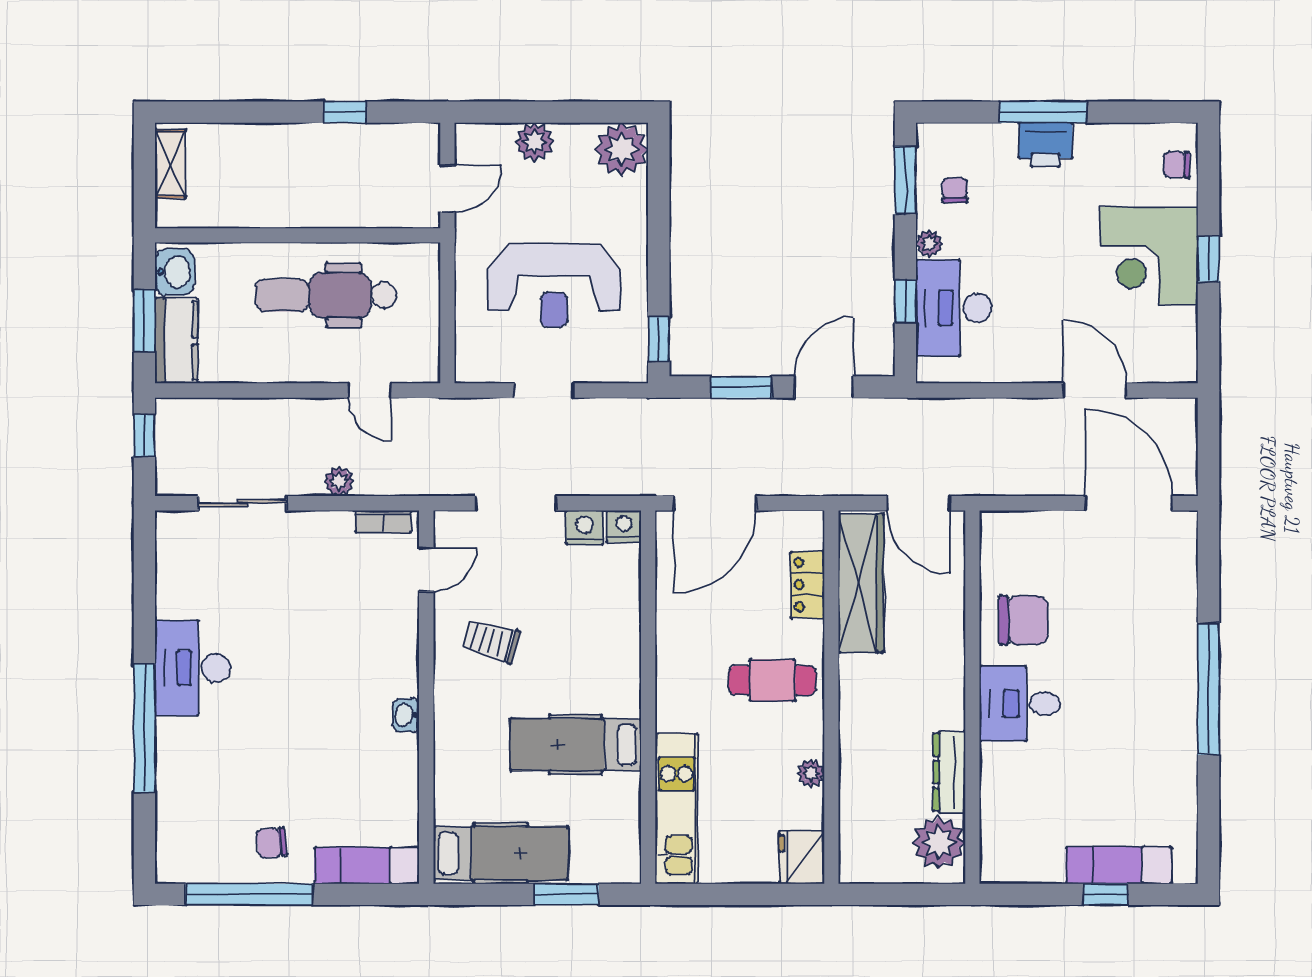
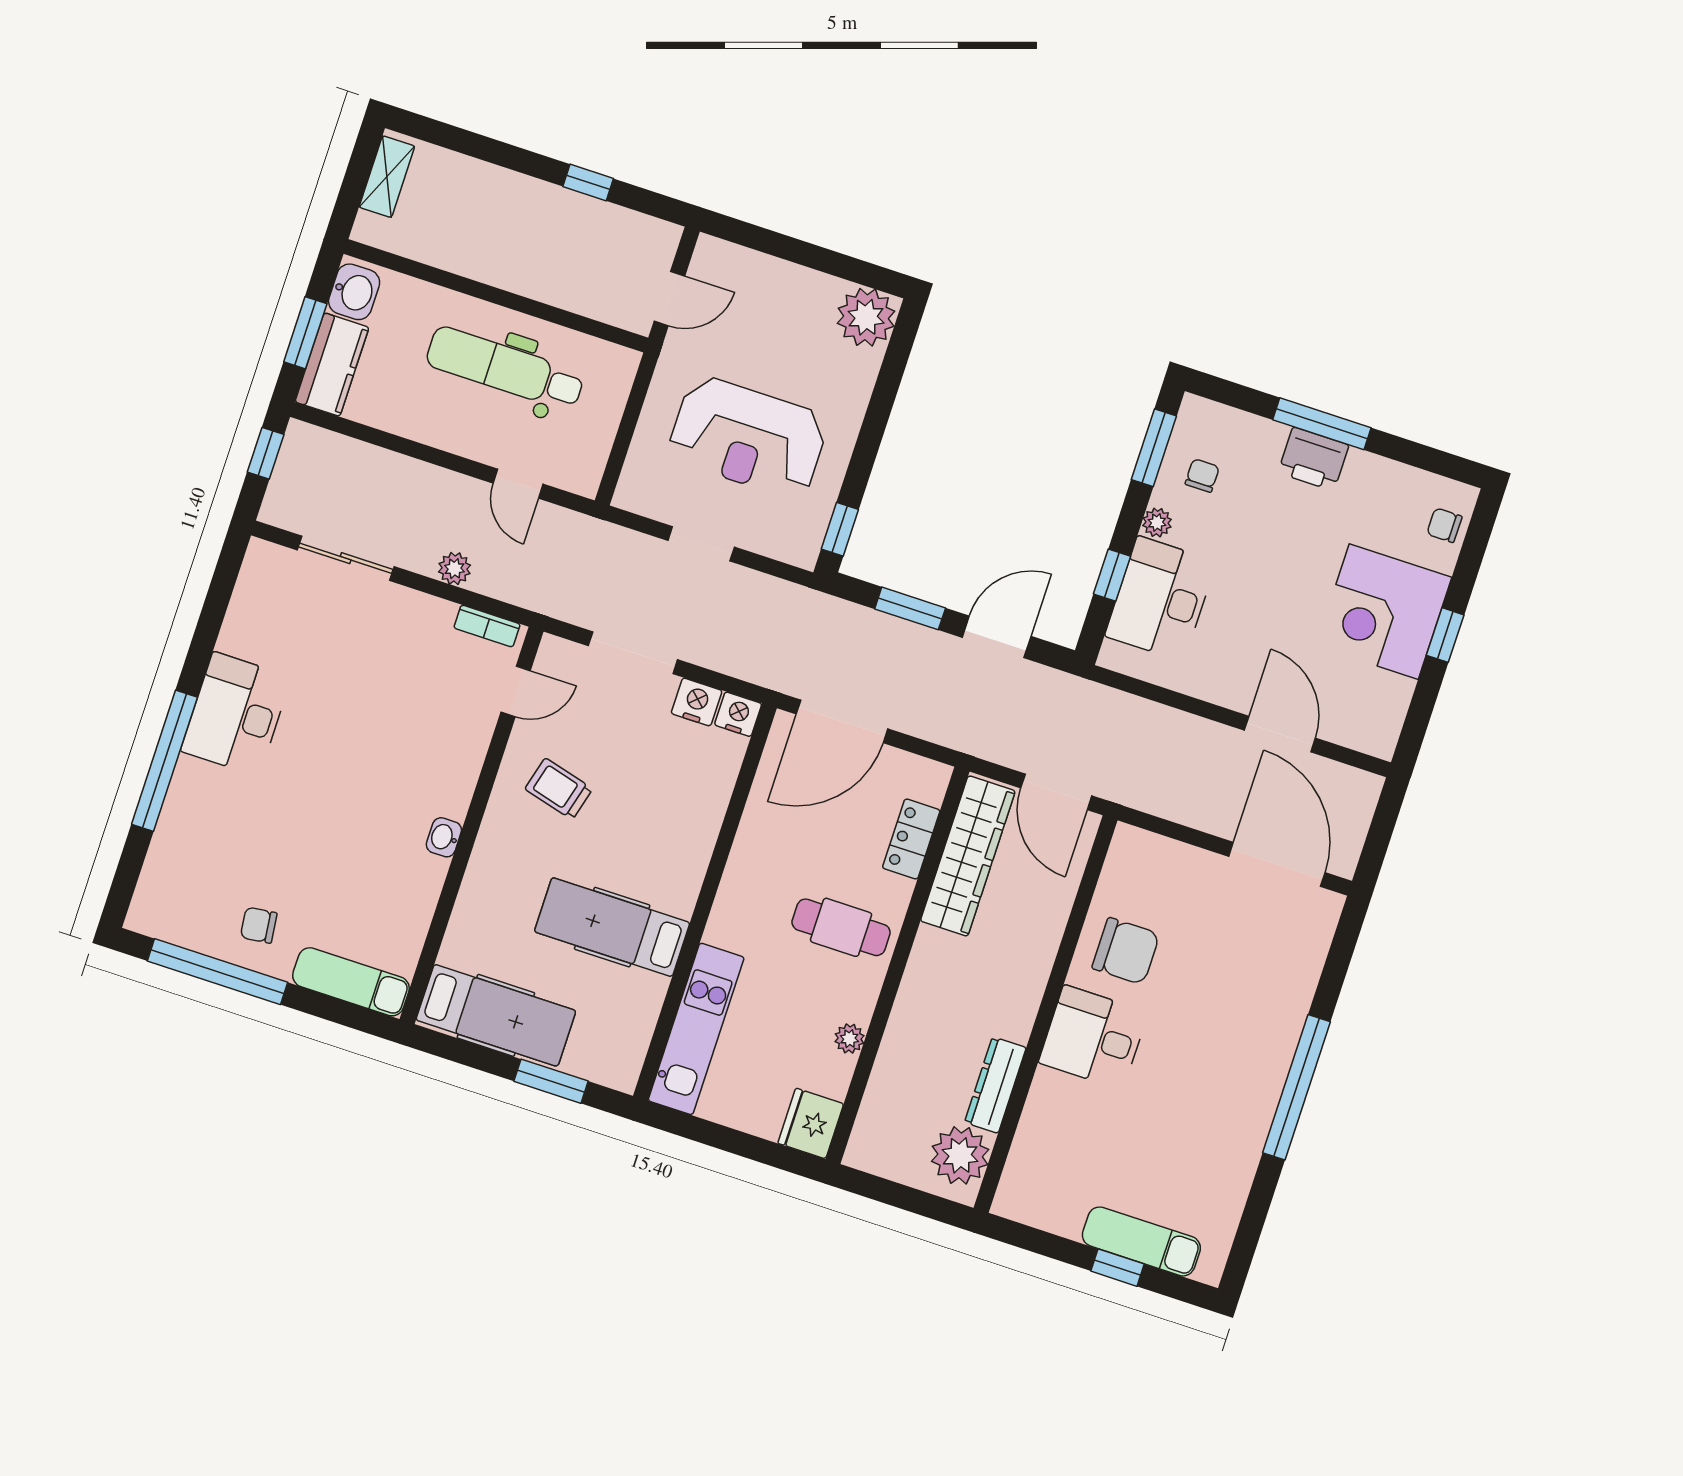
plant: (535, 142) -> (777, 279), removed

